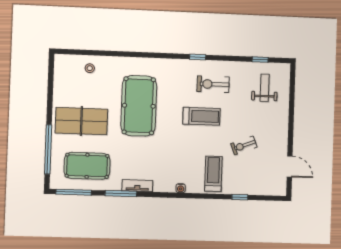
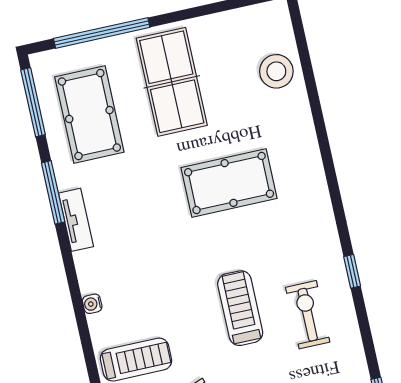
stool: (90, 68) -> (276, 71), width x1.89, depth x1.89
pool table: (139, 106) -> (229, 183), width x0.73, depth x0.76
treadmill: (201, 116) -> (240, 308), turned 180

